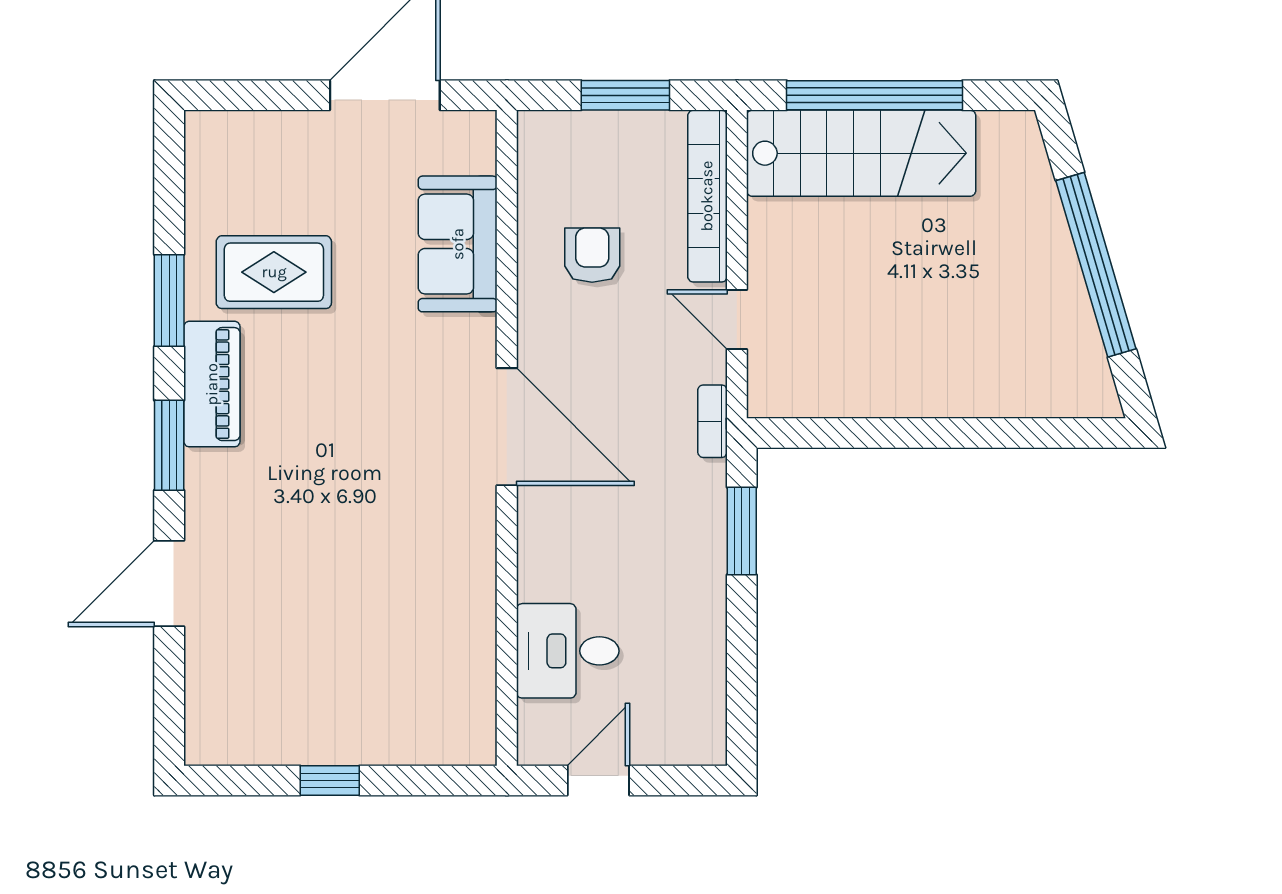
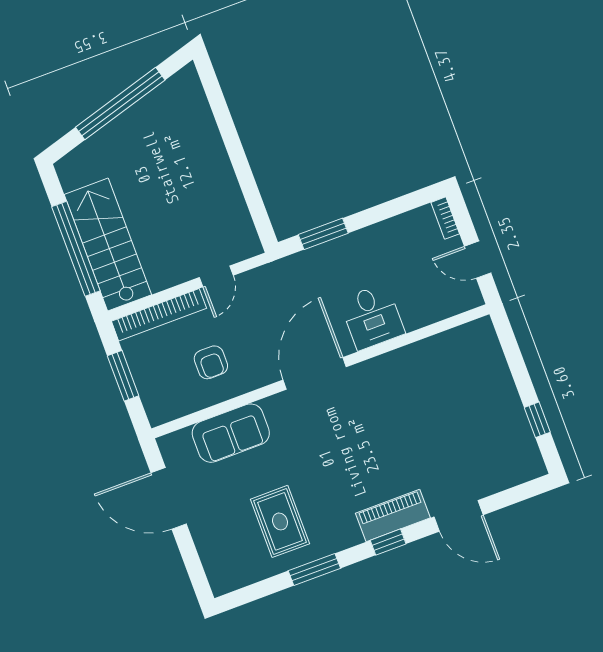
armchair: (592, 255) -> (211, 362), turned -90
piano: (212, 384) -> (393, 515), moved
bookcase: (712, 421) -> (445, 218), moved, turned 90
window: (169, 445) -> (388, 542), width x0.67
desk: (568, 651) -> (372, 317), moved
window: (330, 780) -> (537, 420), moved

